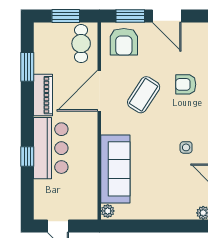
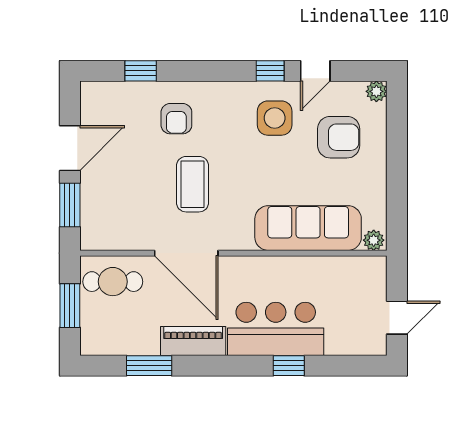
armchair: (124, 42) -> (339, 137), moved
coffee table: (144, 95) -> (193, 184), turned 57
side table: (186, 147) -> (275, 118), width x1.87, depth x1.87

